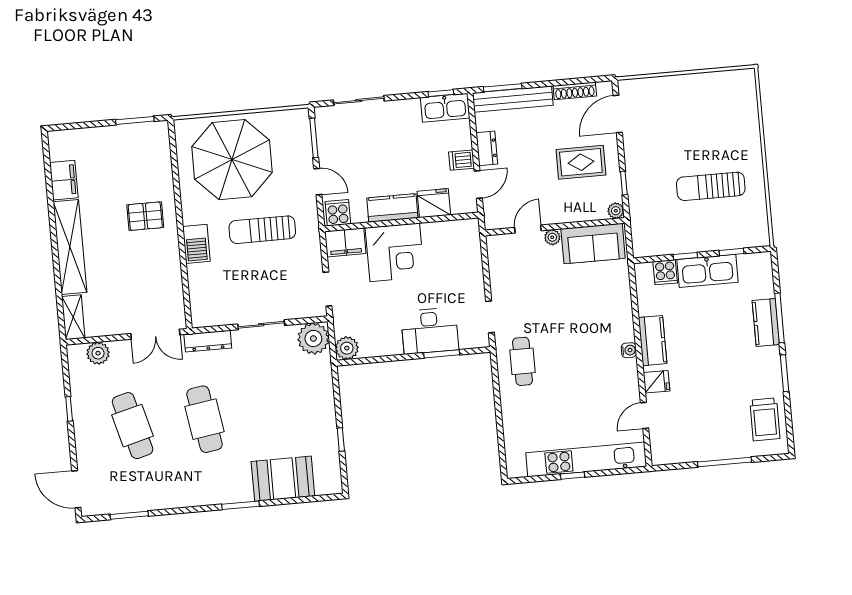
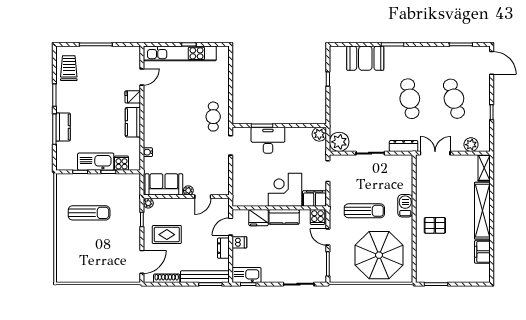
water cooler: (629, 350) -> (148, 152), moved

